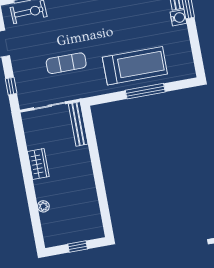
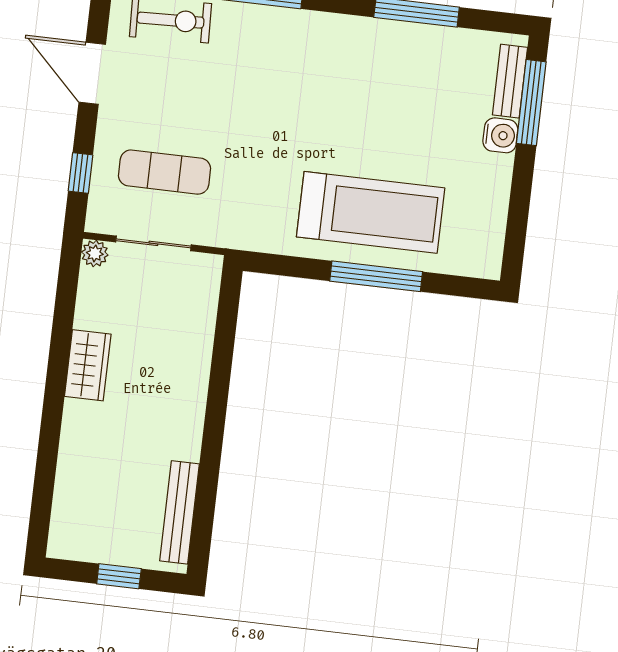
exercise mat: (66, 63) -> (165, 172), moved
bench: (78, 124) -> (180, 512), moved
plant: (43, 206) -> (95, 253), moved

